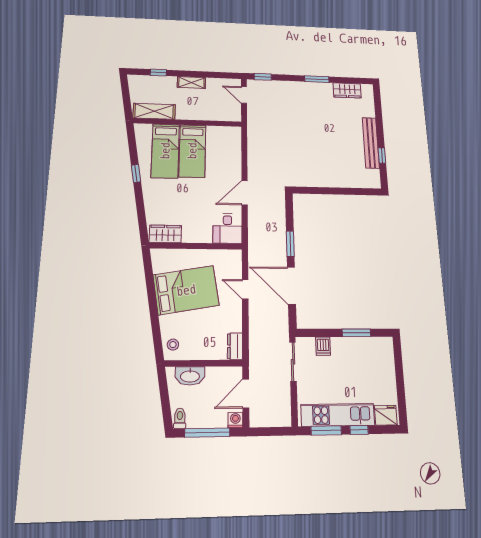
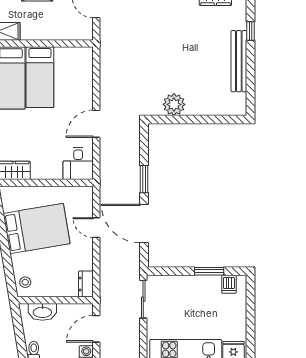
window: (382, 155) -> (250, 31), moved
plant: (316, 178) -> (174, 104), added
dishwasher: (323, 346) -> (229, 284), moved

